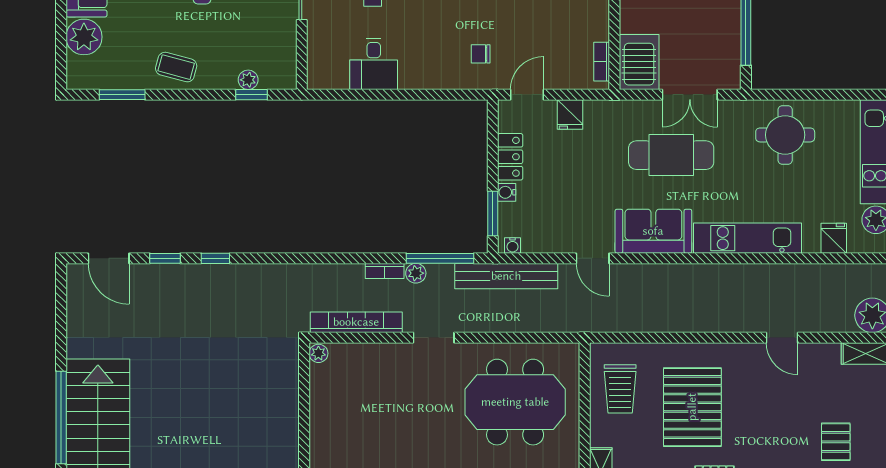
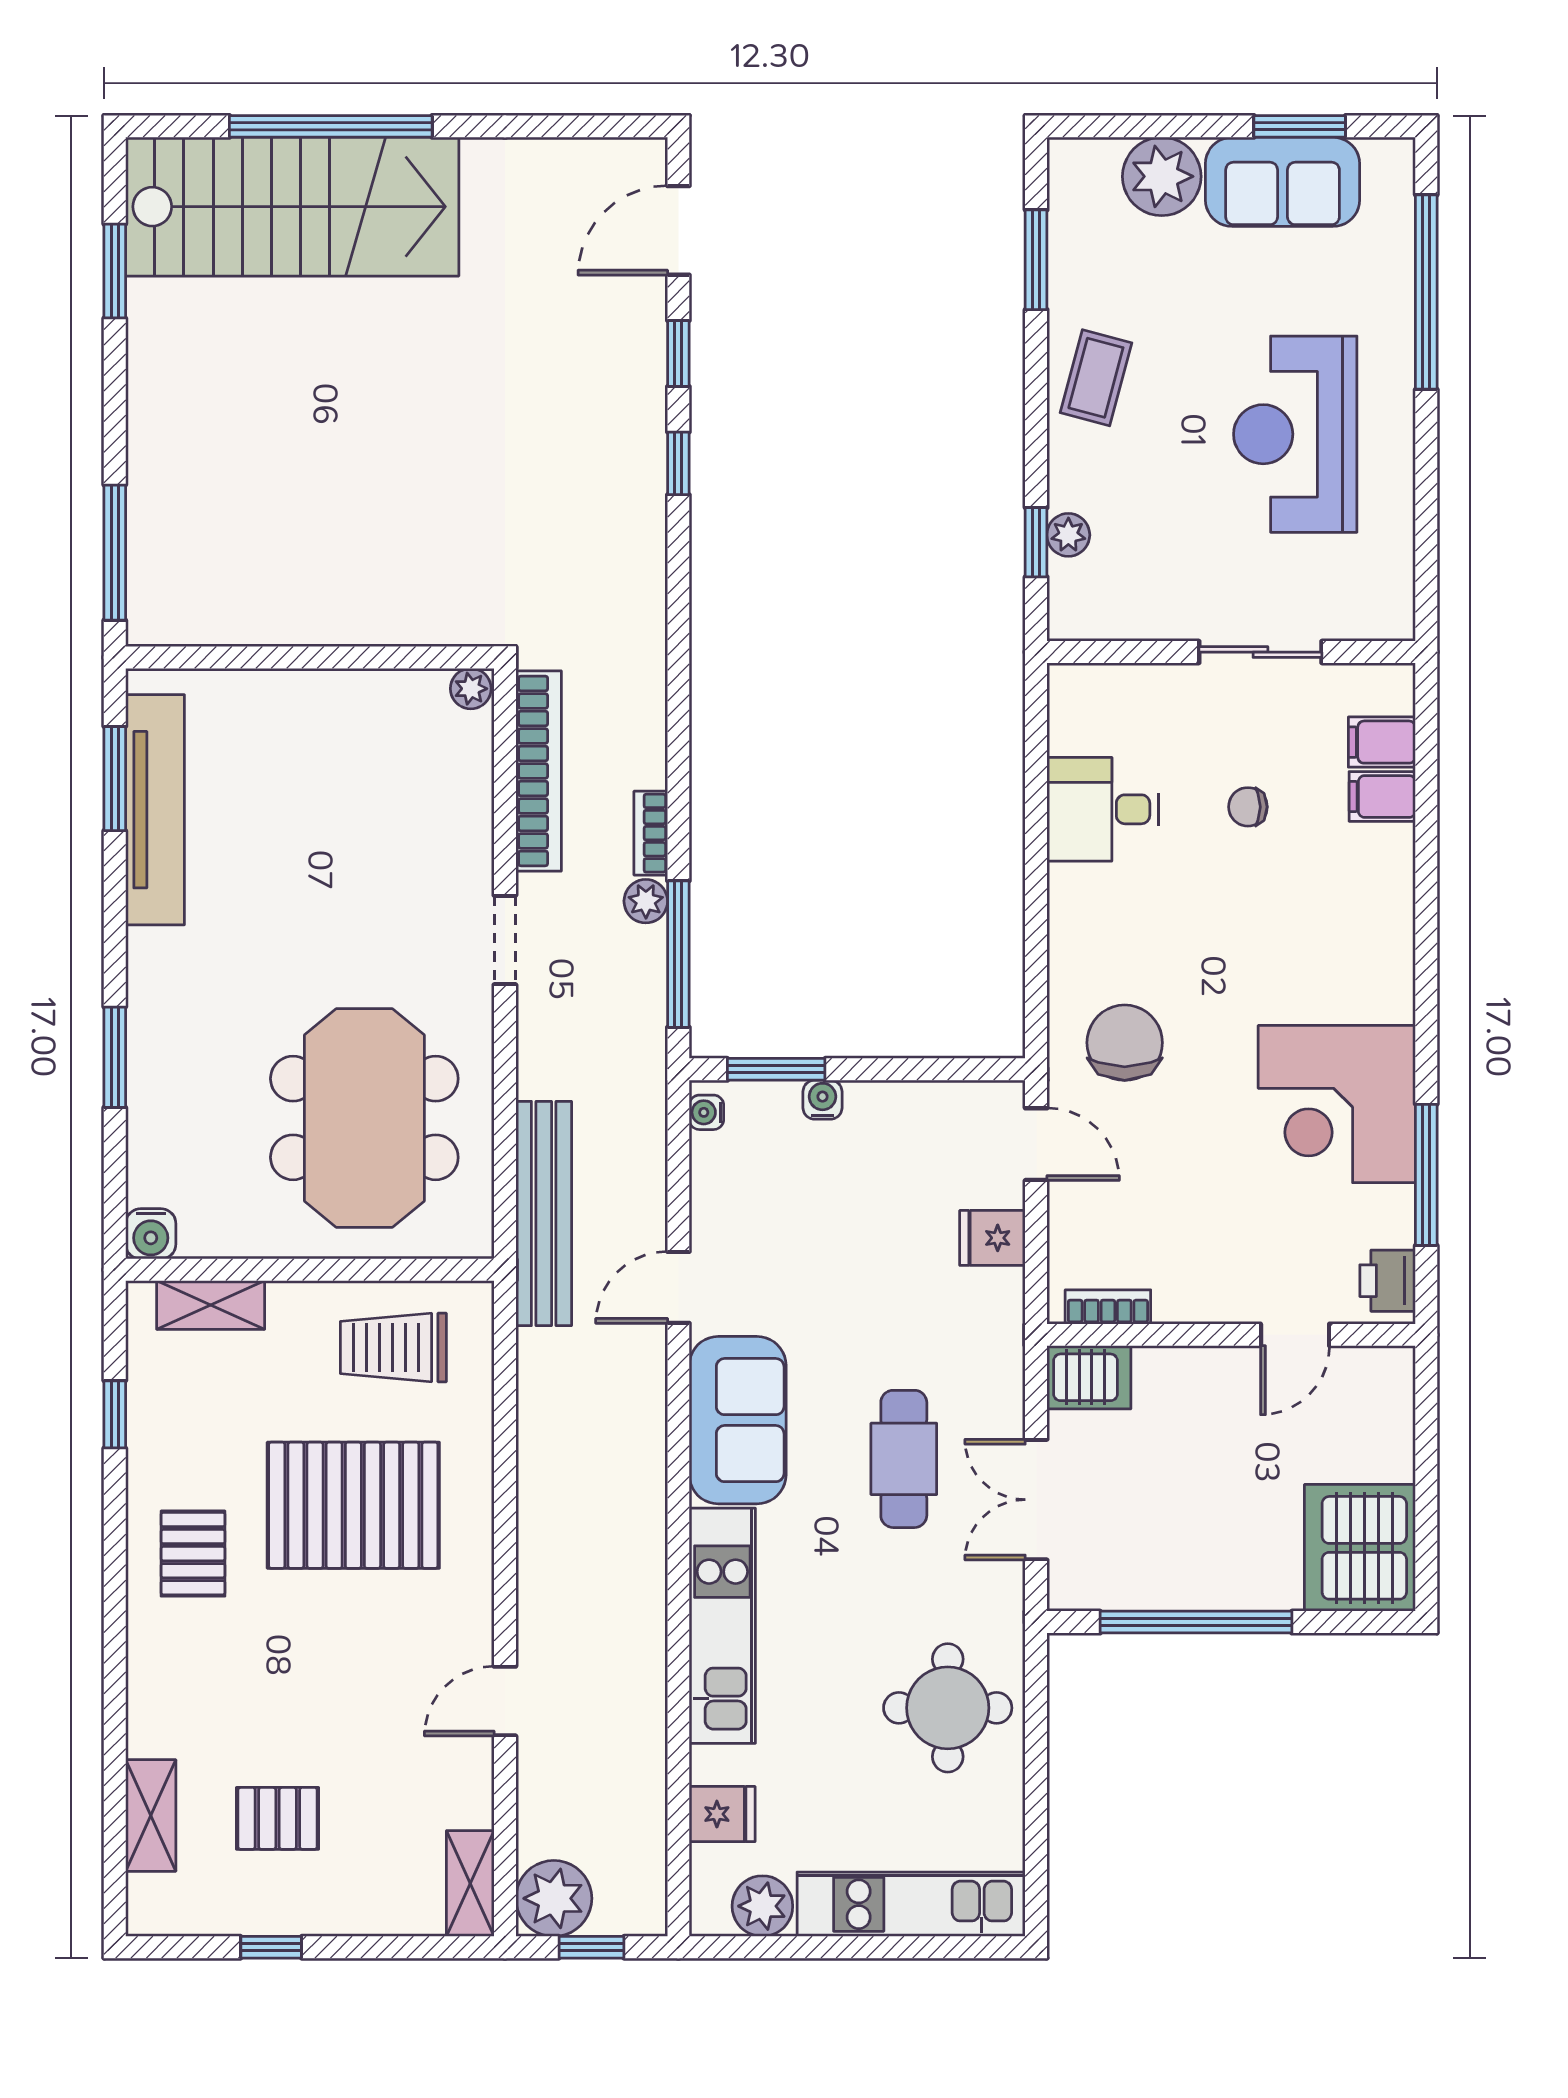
chair: (481, 54) -> (1125, 1043), width x1.87, depth x1.87
server rack: (639, 62) -> (1089, 1377), width x0.73, depth x0.70
cafe table: (671, 155) -> (904, 1459), width x0.73, depth x0.74
locker: (510, 157) -> (900, 1107), removed
bench: (506, 276) -> (544, 1214), moved

